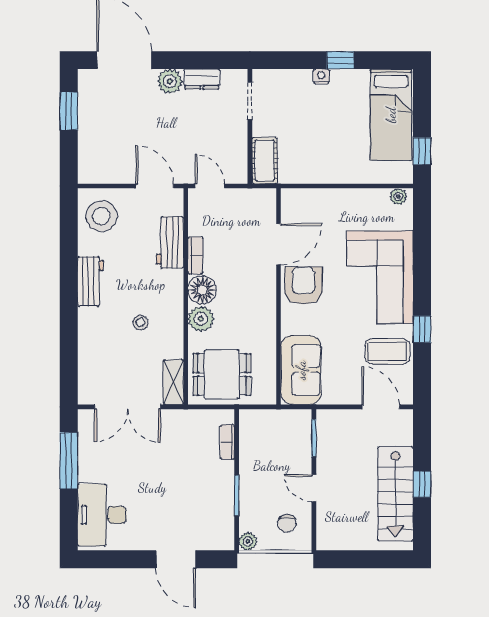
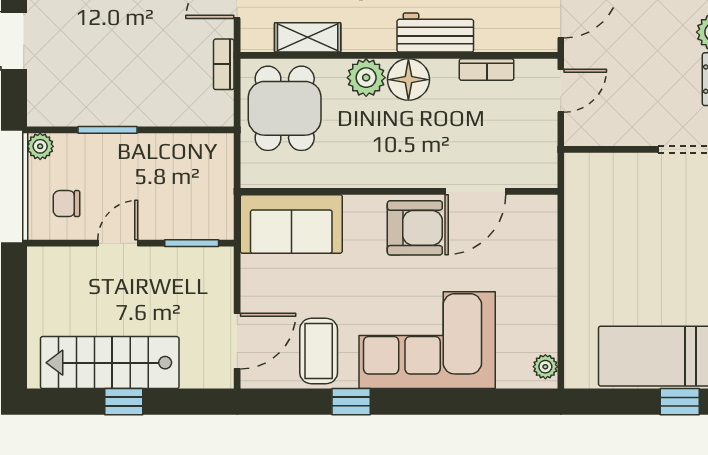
window: (422, 151) -> (680, 402), moved
cot: (265, 161) -> (598, 171), removed
workbench: (170, 242) -> (435, 33), moved
door: (279, 244) -> (475, 191), hinge flipped
bookcase: (195, 255) -> (487, 70), moved
shelving: (173, 382) -> (308, 37), moved
bookcase: (227, 442) -> (224, 64), moved, turned -90

